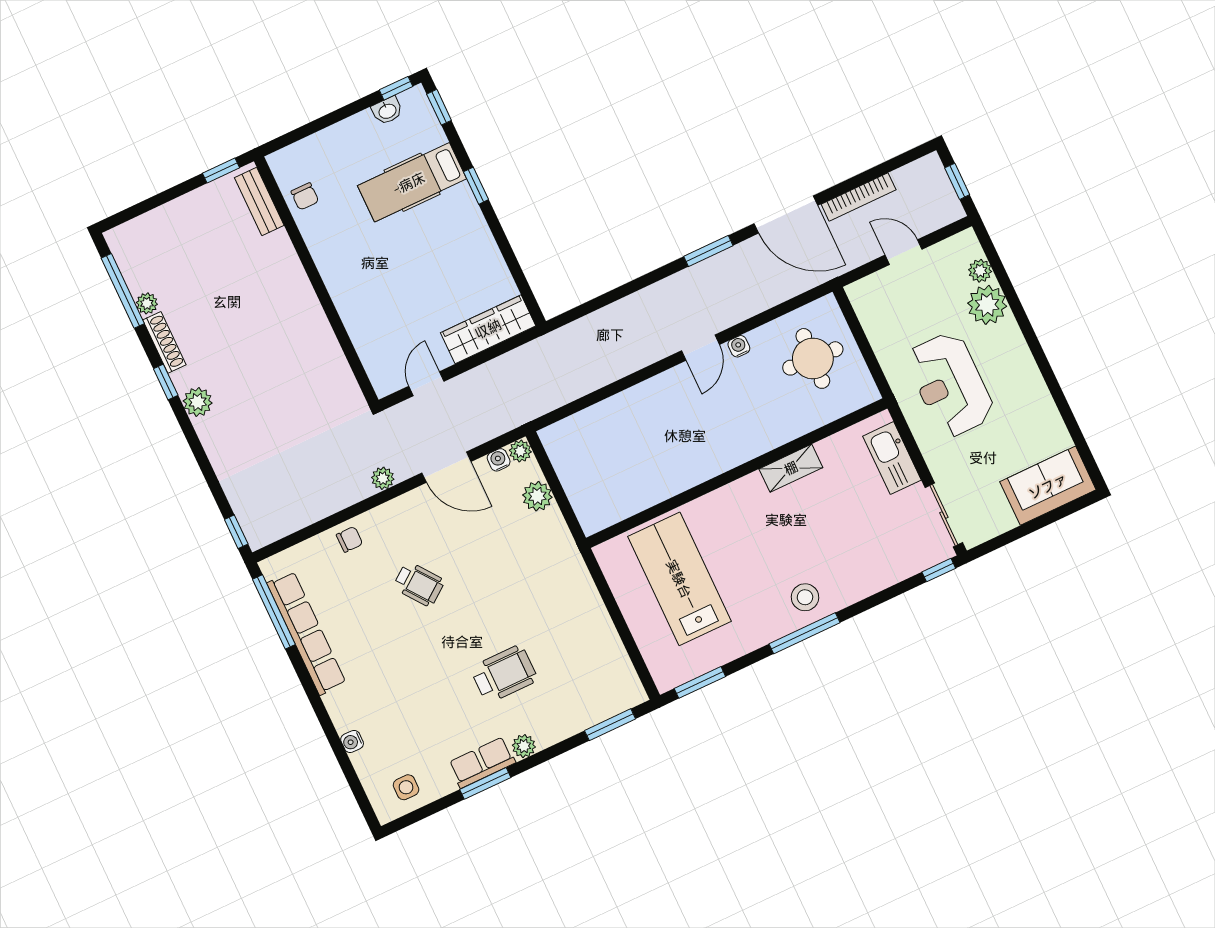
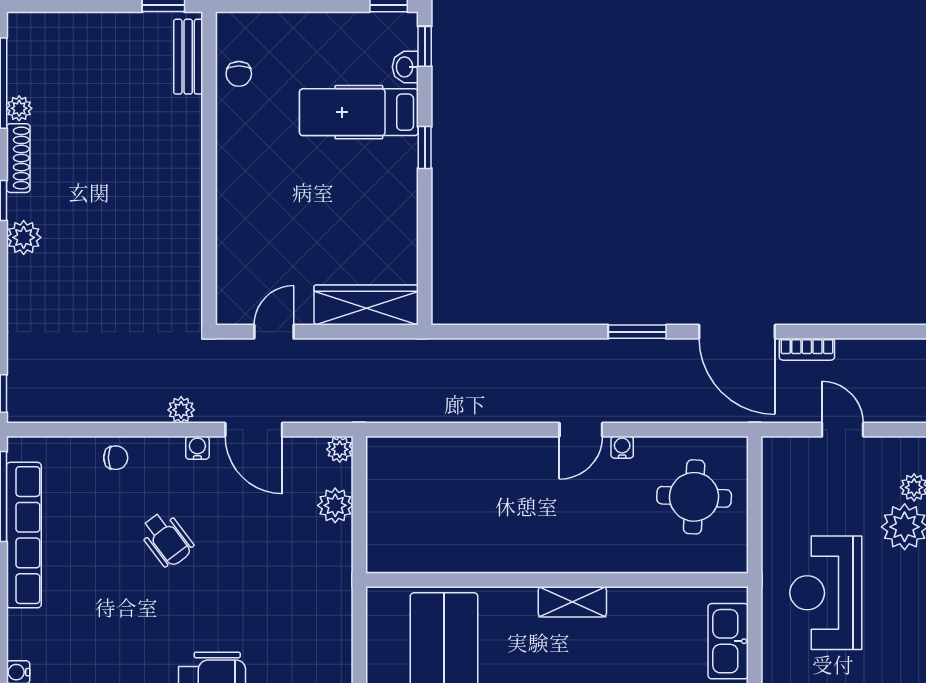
washbasin: (387, 111) -> (405, 67), moved, turned 90
bookcase: (859, 197) -> (807, 349), width x0.64
water cooler: (499, 460) -> (197, 448), moved
shelving: (791, 468) -> (572, 602), moved

